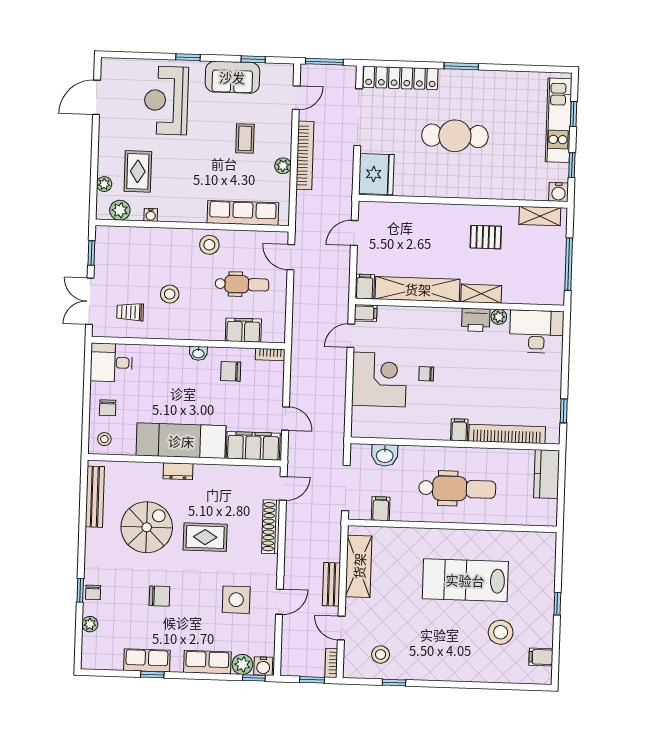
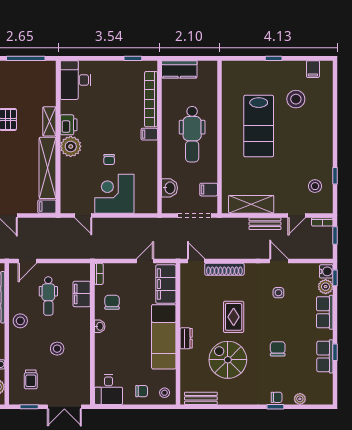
dental chair: (242, 284) -> (48, 296), turned 180
trolley: (130, 312) -> (31, 379), moved
filing cabinet: (366, 313) -> (66, 205), removed
plant: (499, 317) -> (71, 146), moved, width x1.87, depth x1.87
chair: (231, 371) -> (112, 302), turned 180
dental chair: (457, 489) -> (192, 134), turned 180
bench: (95, 497) -> (201, 398), width x0.73
side table: (236, 600) -> (278, 293), width x0.54, depth x0.54

